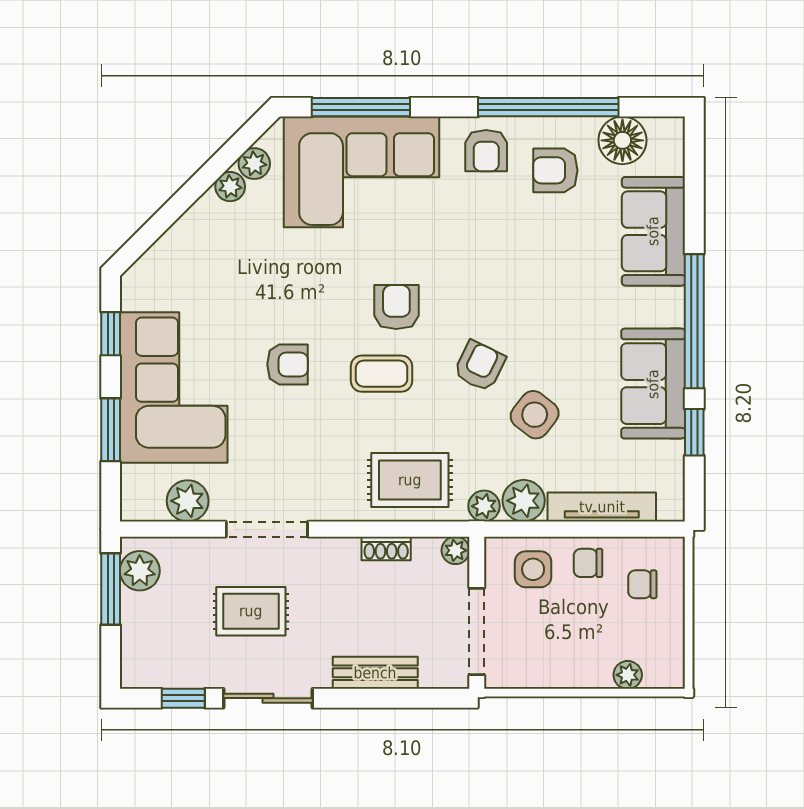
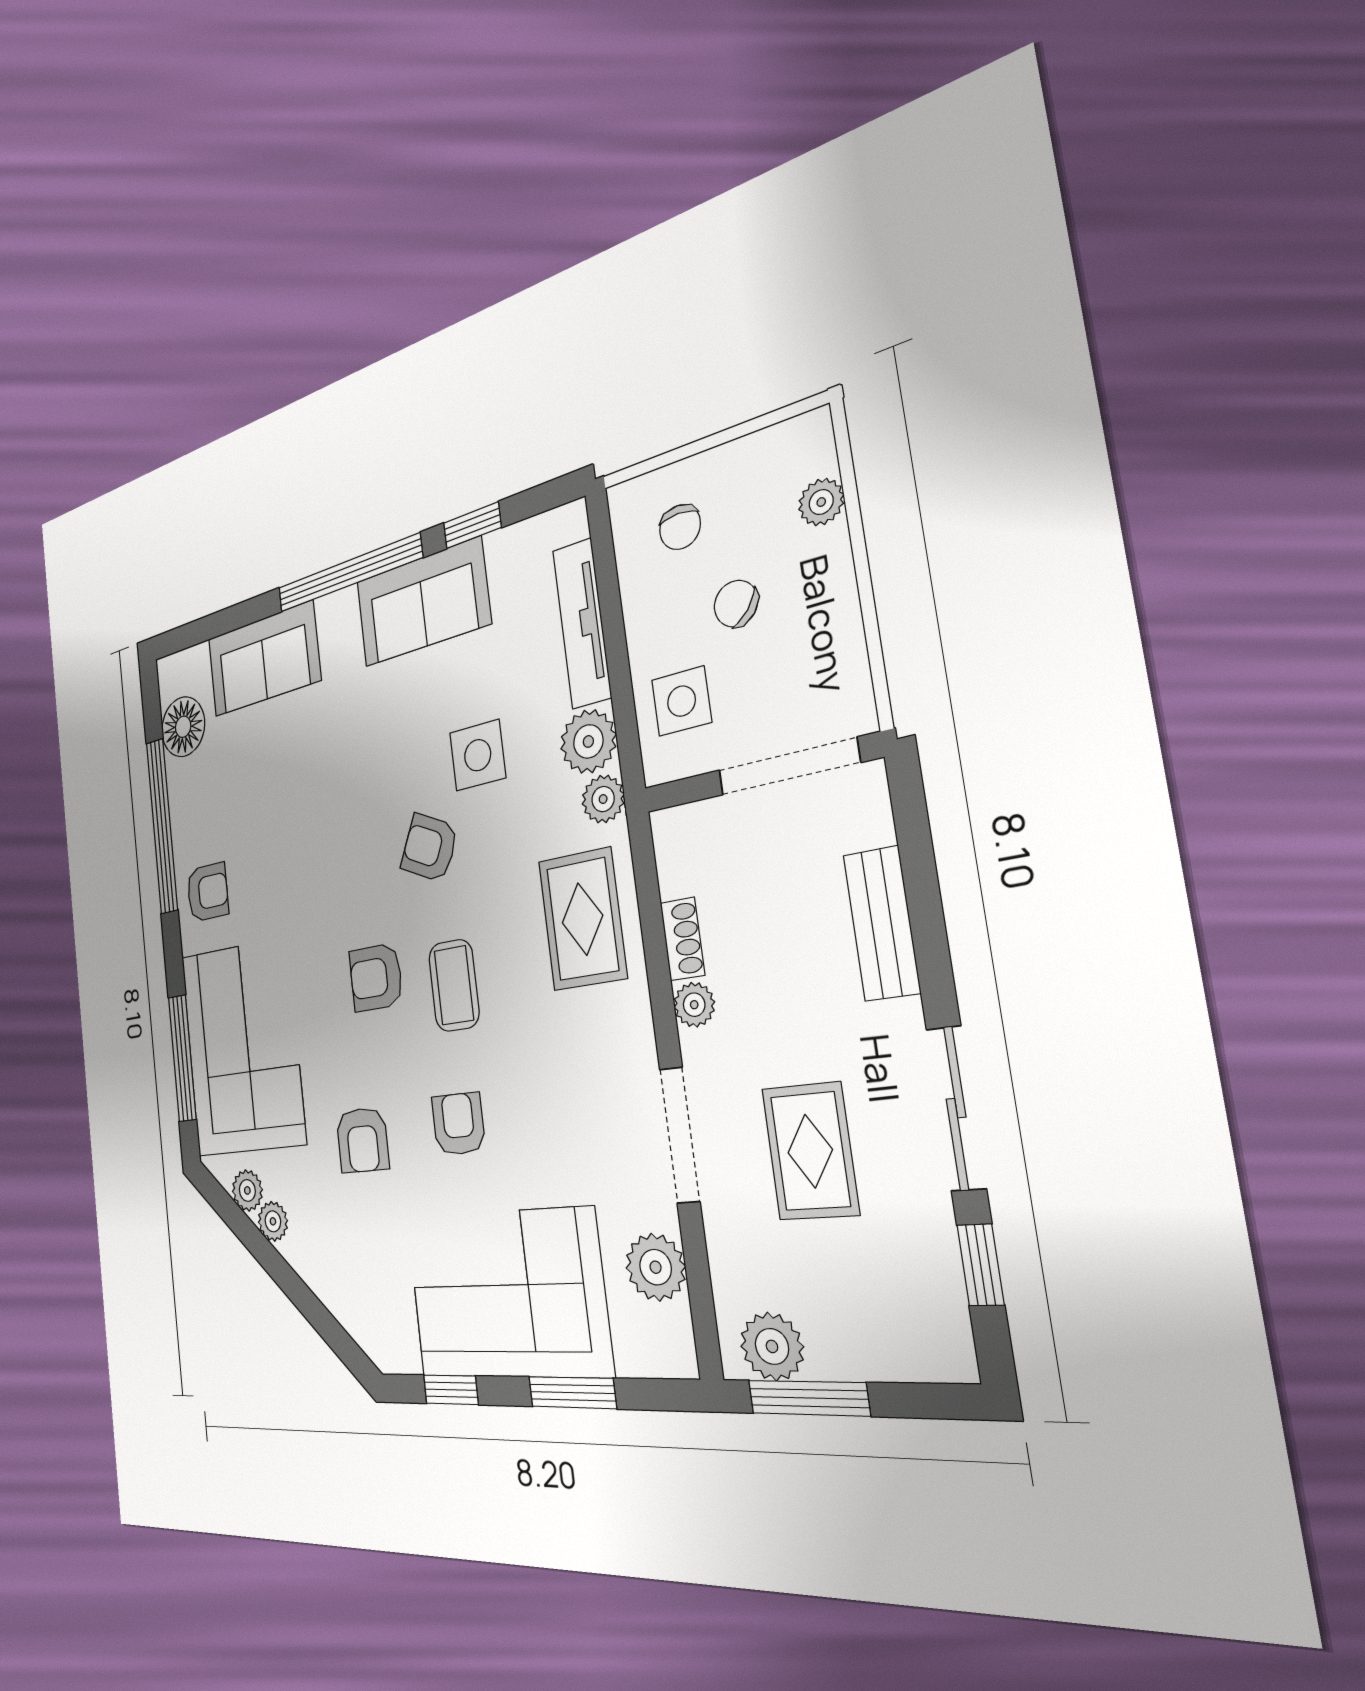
armchair: (555, 170) -> (362, 1140), moved
side table: (535, 415) -> (478, 755), turned -38
plant: (455, 550) -> (694, 1005), moved
chair: (588, 563) -> (736, 604), moved, turned 130

